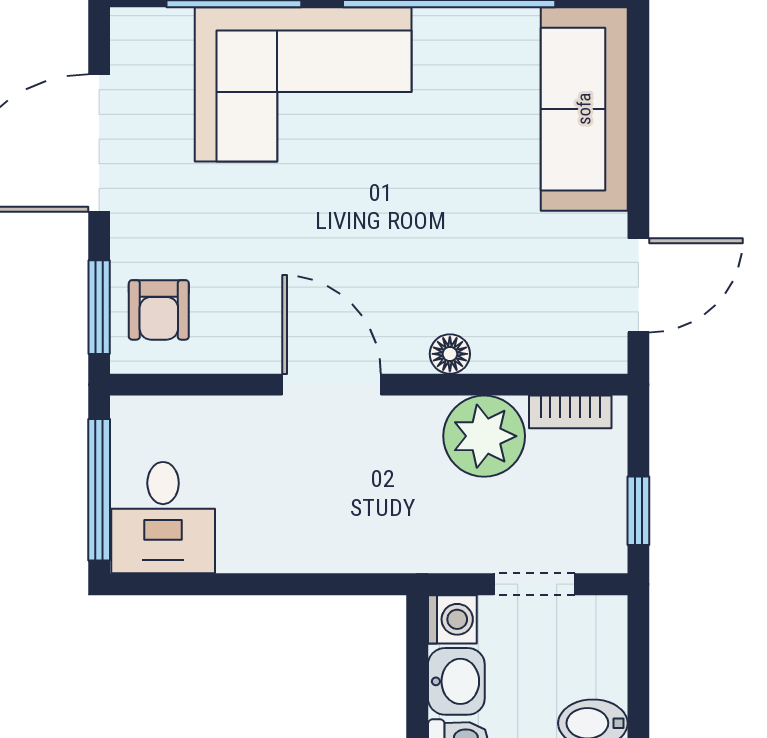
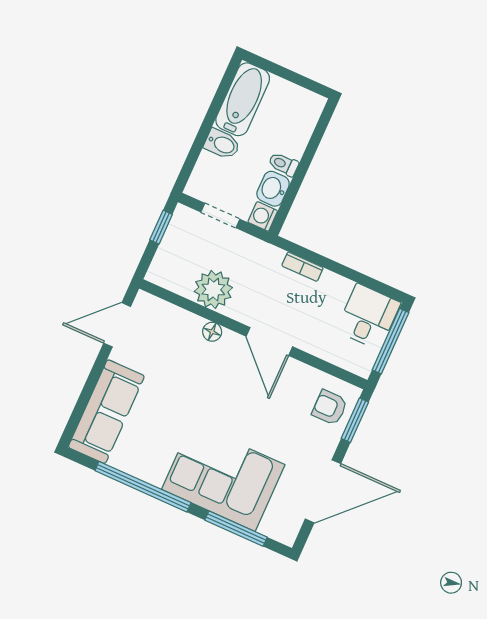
armchair: (159, 310) -> (330, 407), turned -90
bookcase: (570, 412) -> (302, 267), moved, turned 180

